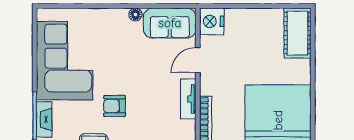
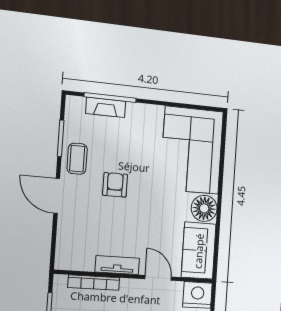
floor lamp: (135, 15) -> (204, 208), width x1.89, depth x1.89
corner sofa: (65, 61) -> (192, 150), moved, turned 90

